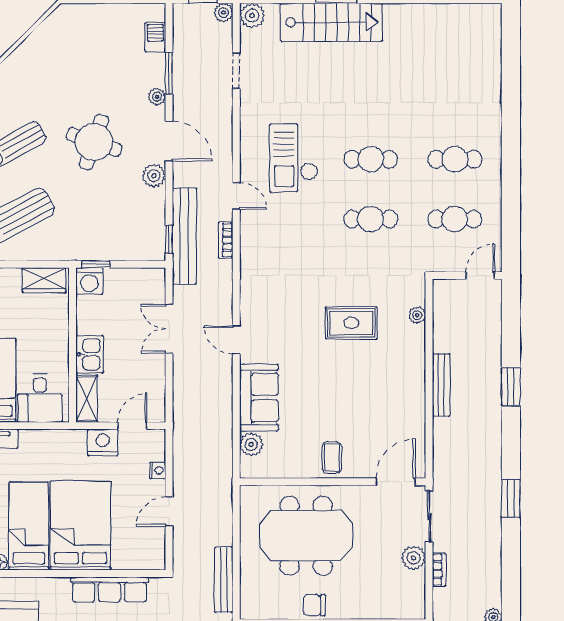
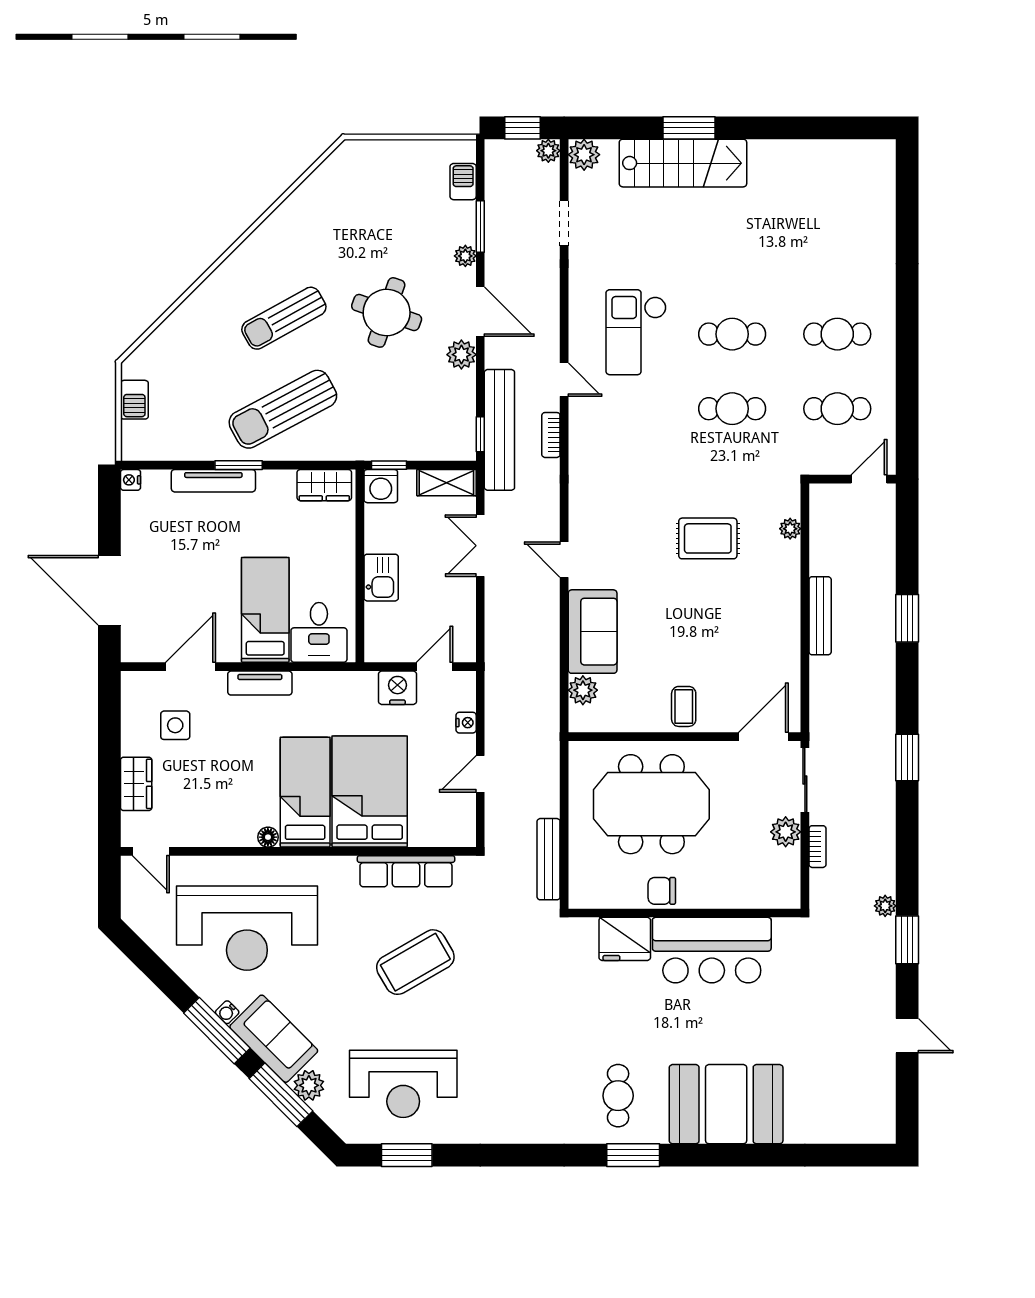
shelving: (87, 399) -> (446, 483), moved, turned 90

